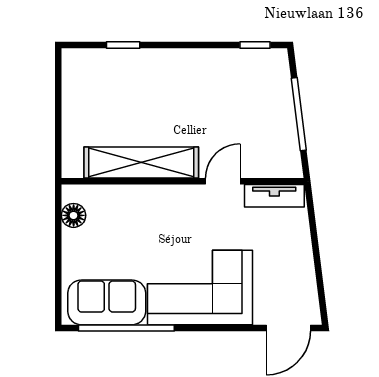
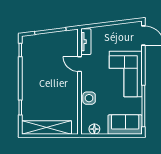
shelving: (141, 162) -> (46, 128), moved, turned 90
side table: (144, 203) -> (89, 98), added
sofa: (107, 302) -> (125, 125), moved, turned 90

